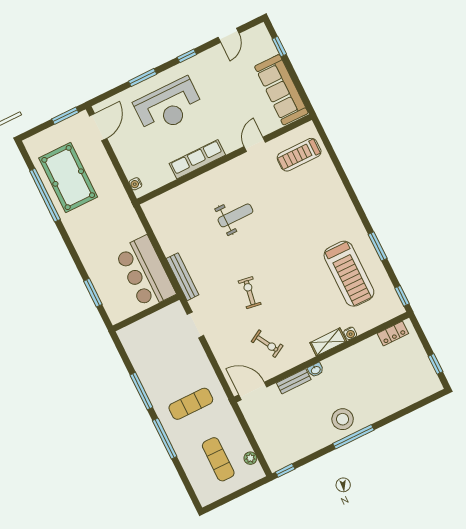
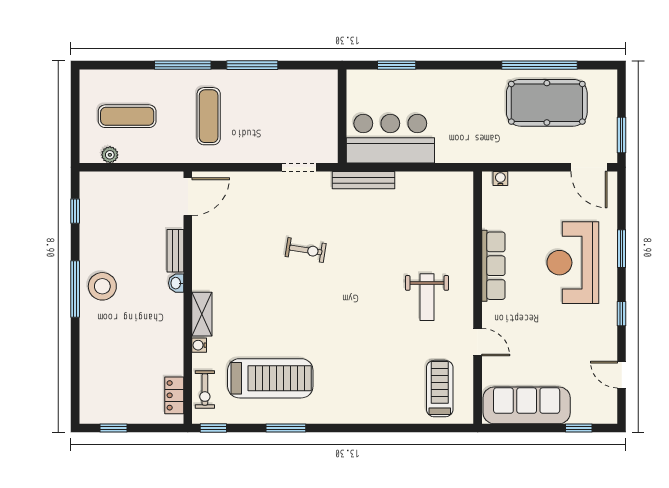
weight bench: (235, 215) -> (427, 297), moved
treadmill: (349, 274) -> (270, 378), turned 180
exercise bike: (267, 344) -> (205, 389), moved, turned -60
window: (285, 470) -> (75, 211), moved

